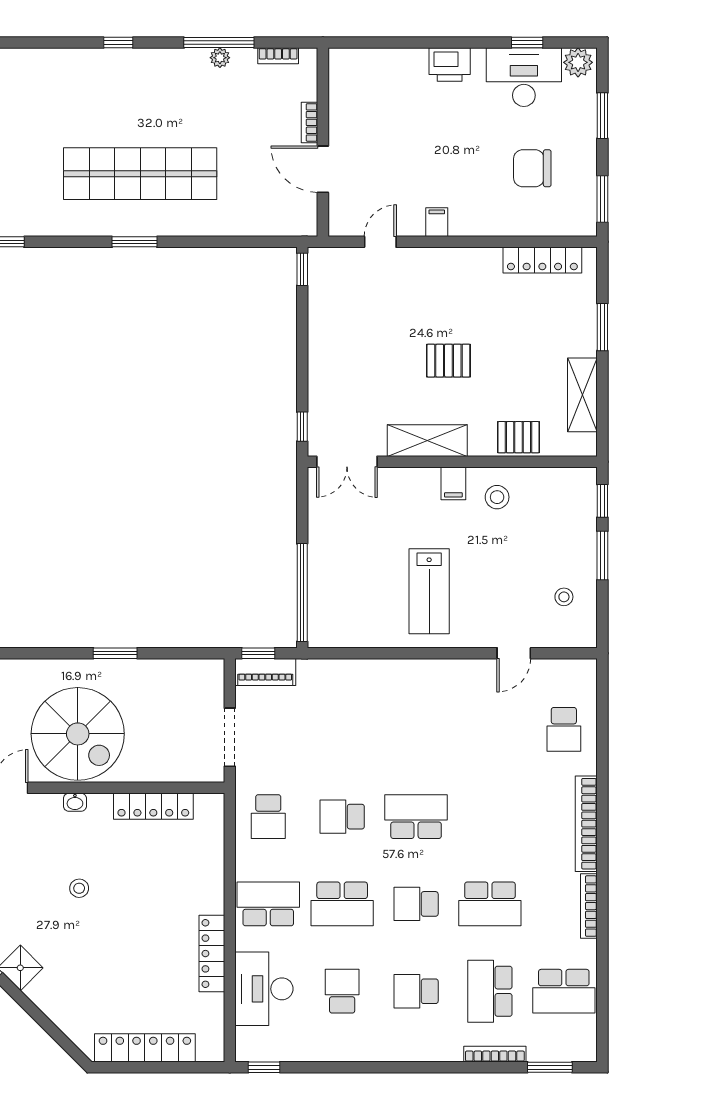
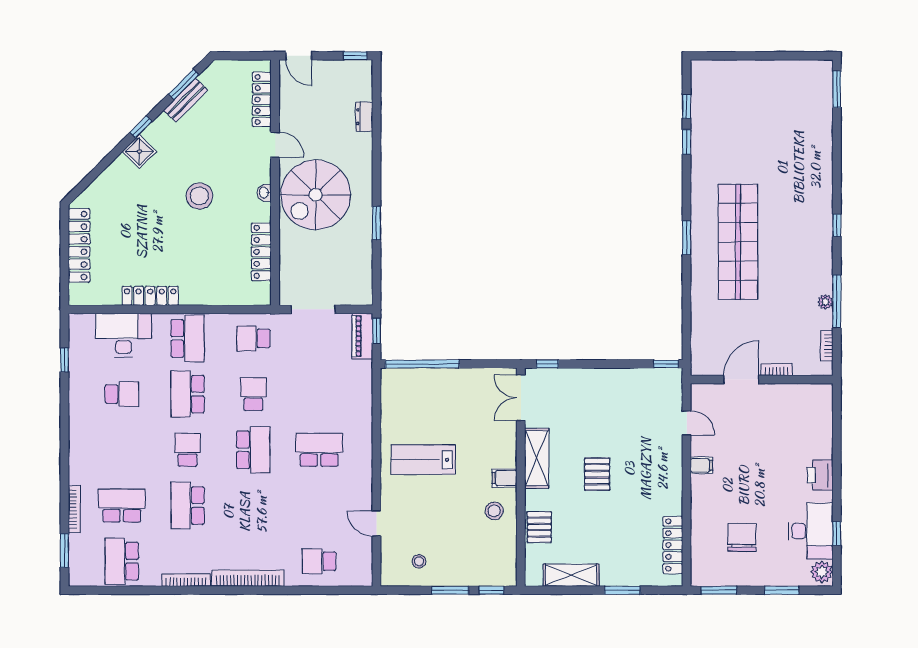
stool: (79, 888) -> (199, 196), width x1.89, depth x1.89
school desk: (416, 991) -> (319, 450), moved, width x1.85
window: (264, 1067) -> (64, 360), moved

